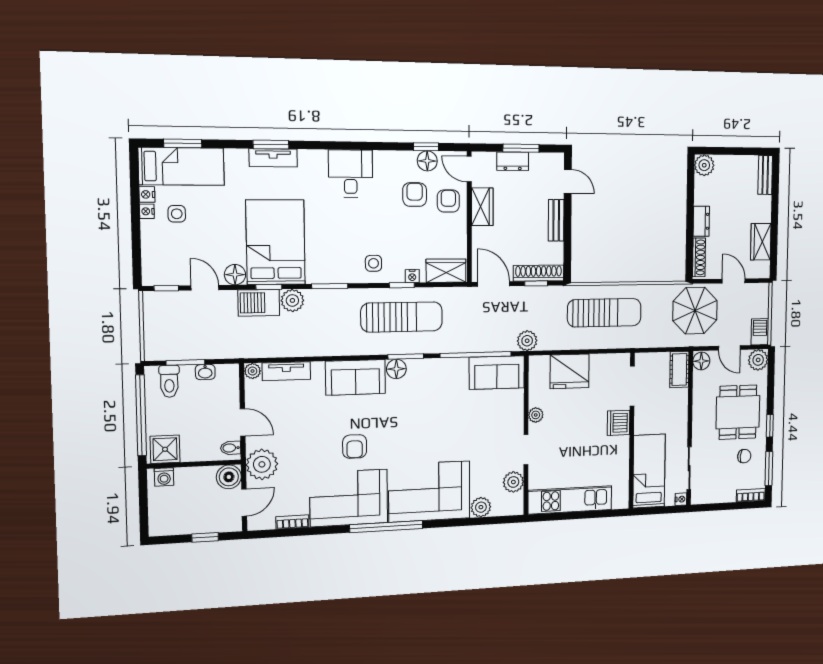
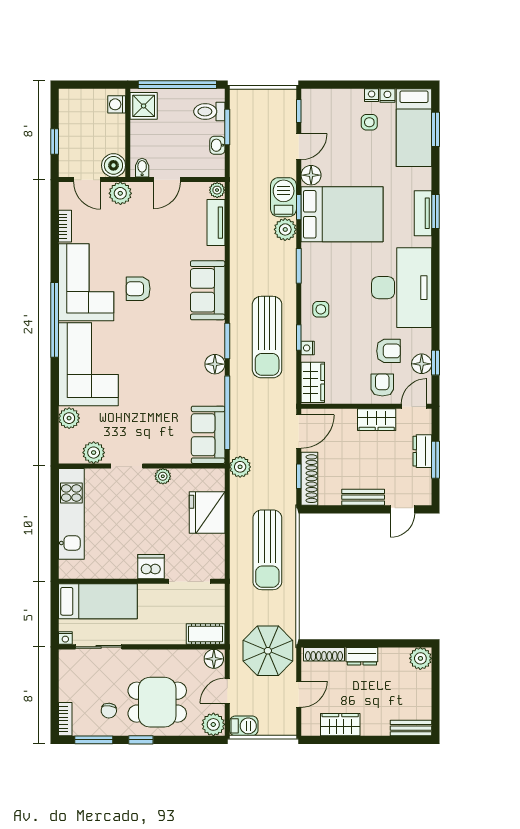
desk: (351, 174) -> (402, 288), width x1.87, depth x1.30
armchair: (448, 201) -> (382, 385), turned -90
floor lamp: (396, 369) -> (215, 364), moved
plant: (262, 464) -> (120, 193), width x0.73, depth x0.73

